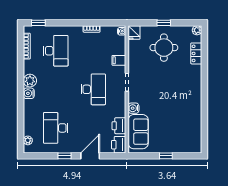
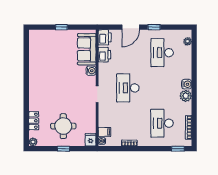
filing cabinet: (119, 60) -> (104, 132), moved
desk: (56, 128) -> (162, 53), turned 180

